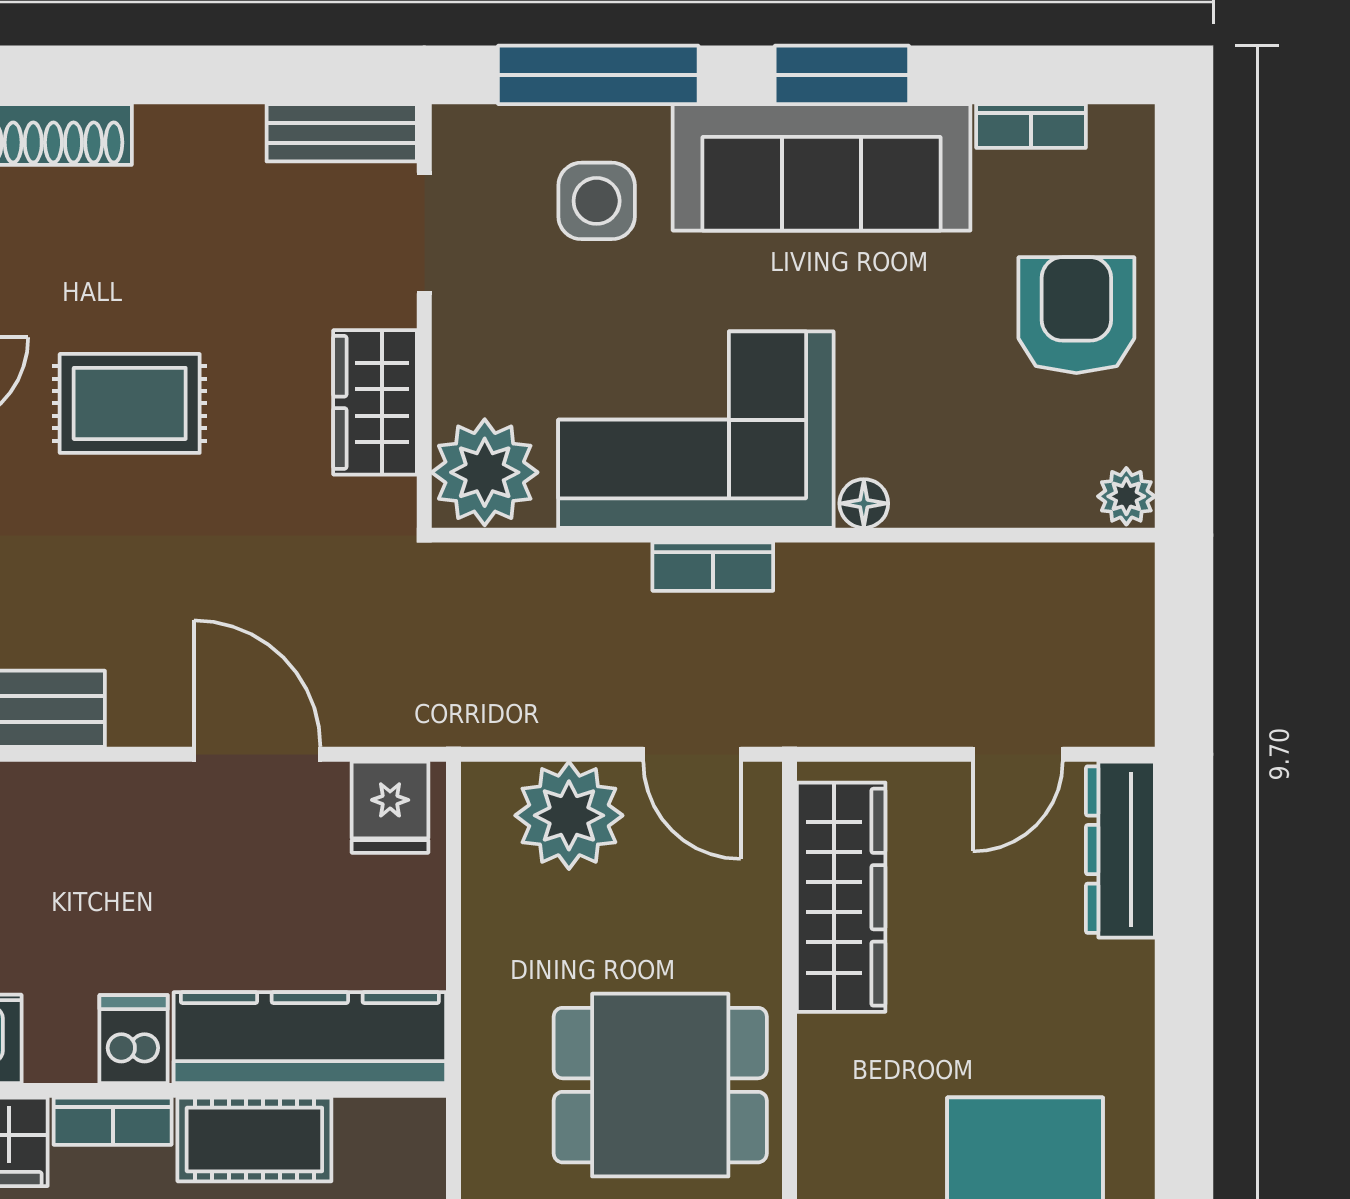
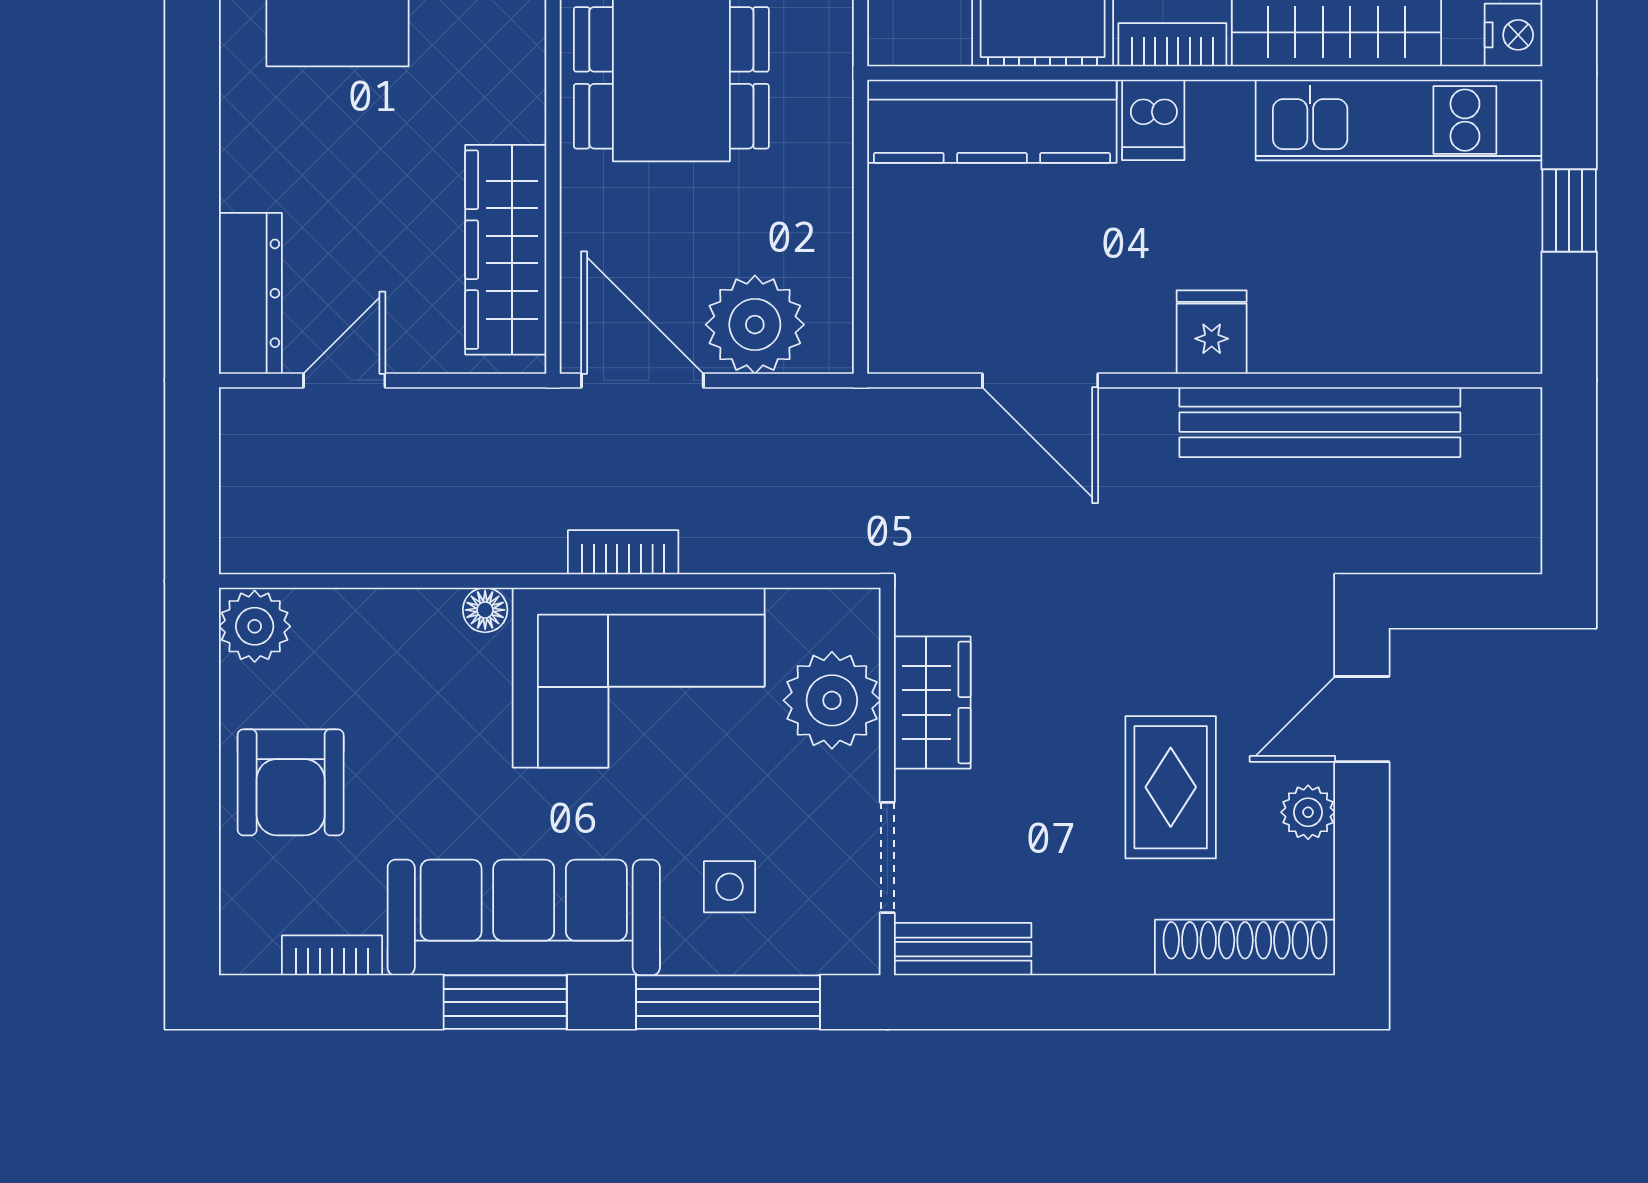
side table: (597, 201) -> (730, 887), width x0.73, depth x0.73
rug: (130, 403) -> (1171, 787), moved, turned 90
plant: (485, 472) -> (832, 700), moved
plant: (1126, 496) -> (255, 626), width x1.38, depth x1.38
door: (692, 754) -> (642, 380), width x1.38
fridge: (390, 807) -> (1212, 332), moved

